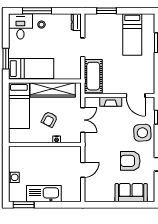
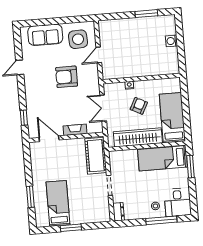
window: (106, 11) -> (71, 228), moved
side table: (142, 133) -> (78, 39), moved
armchair: (130, 161) -> (67, 77), moved, turned 180
kitchen sink: (44, 194) -> (138, 26), removed
window: (24, 205) -> (146, 14), moved

